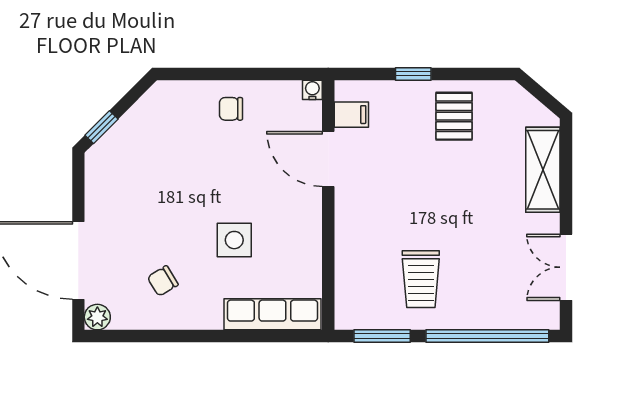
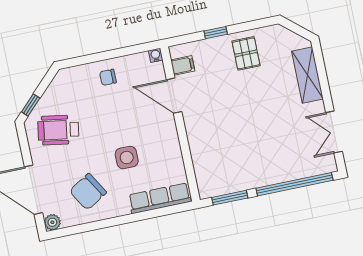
wheelchair: (136, 175) -> (58, 130), added
trolley: (421, 279) -> (246, 158), removed
chair: (163, 281) -> (88, 192), width x1.87, depth x1.87

